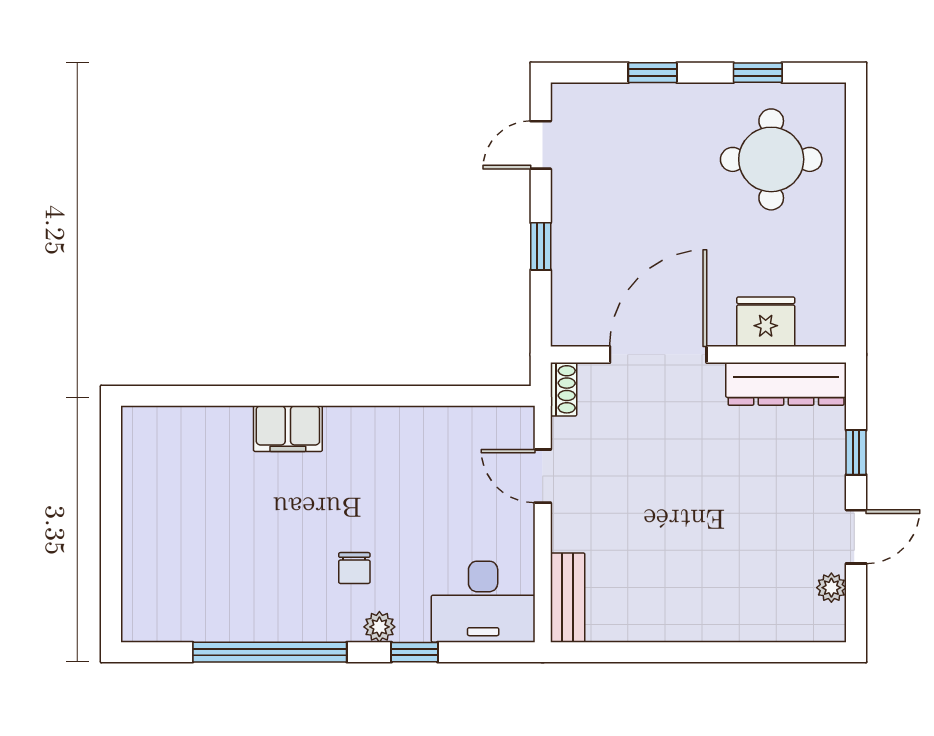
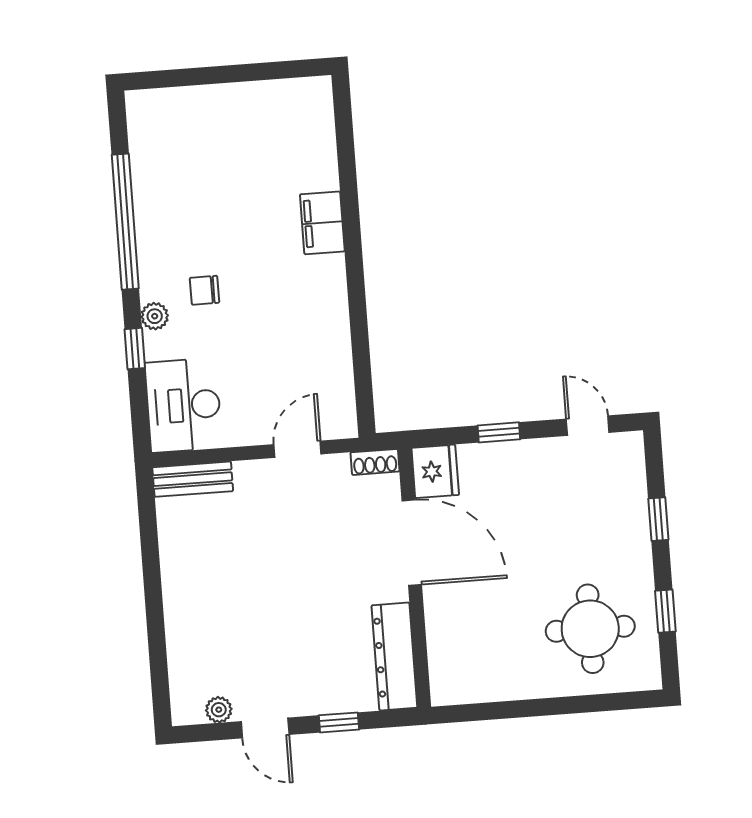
fridge: (766, 322) -> (435, 471), moved

